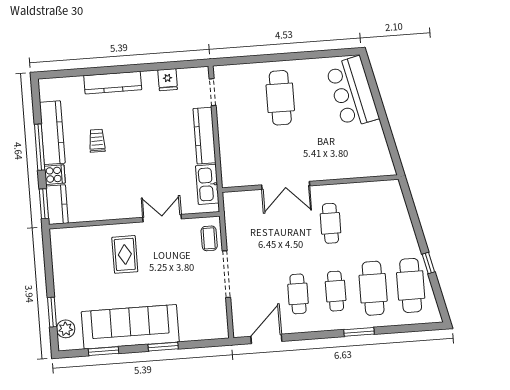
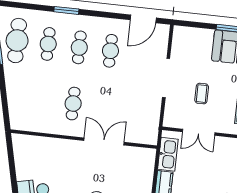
double door: (162, 218) -> (199, 132), moved
coffee table: (209, 238) -> (202, 94), moved
cafe table: (373, 288) -> (48, 44), width x0.73, depth x0.74

